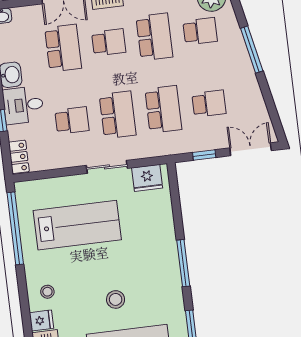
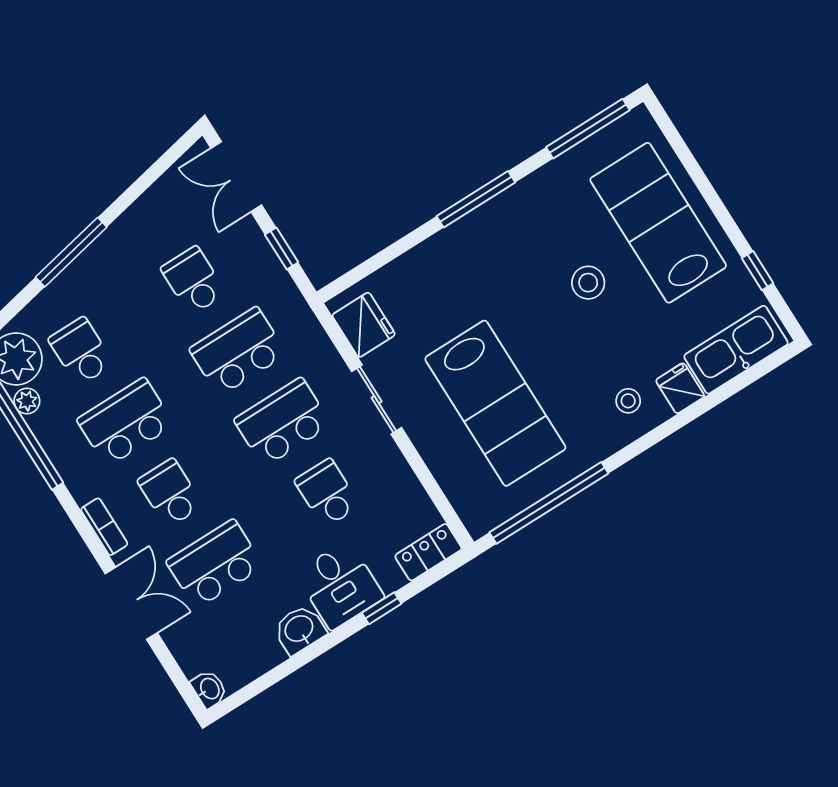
lab bench: (77, 225) -> (495, 403), turned 180

